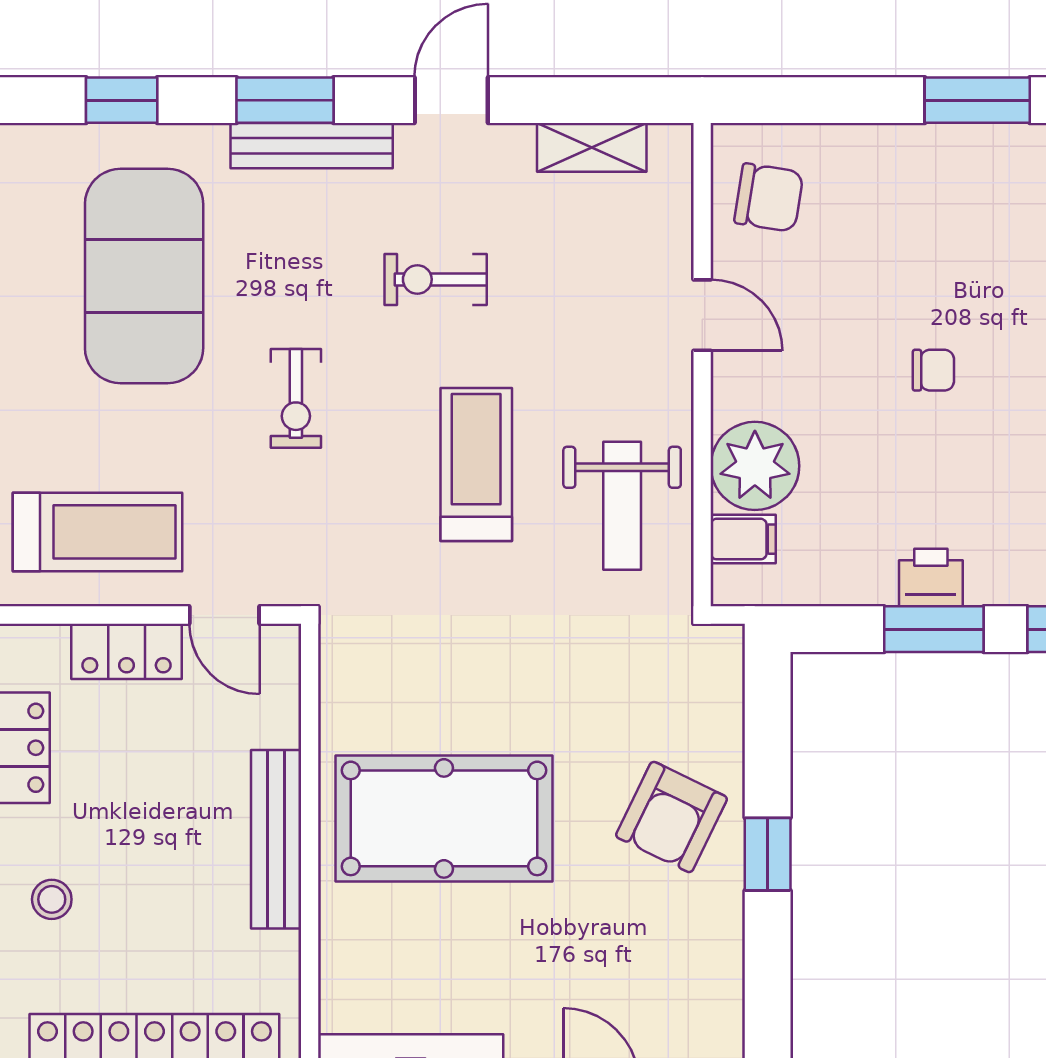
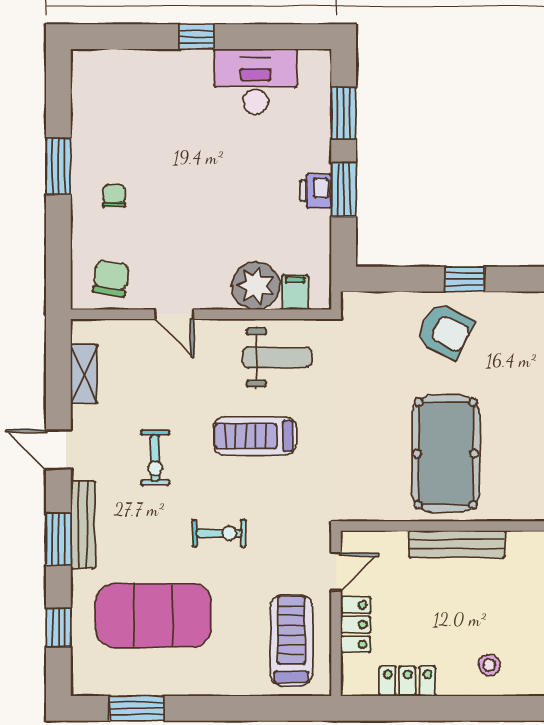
door: (702, 315) -> (174, 314), swing flipped
chair: (933, 370) -> (114, 196), moved

